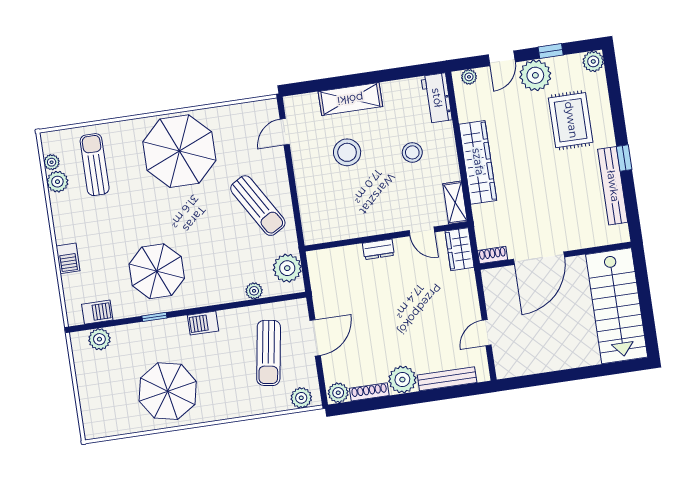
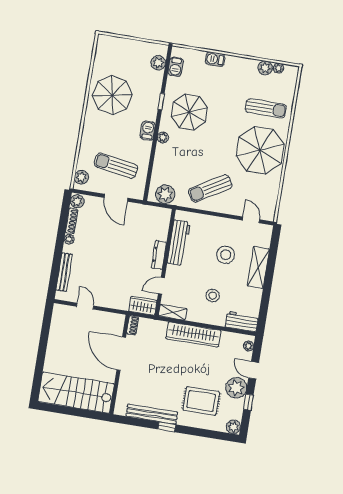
sun lounger: (95, 165) -> (266, 108), moved
workbench: (351, 226) -> (179, 243), added
dresser: (378, 249) -> (159, 255), width x1.44
plant: (254, 291) -> (163, 137), moved
plant: (402, 380) -> (69, 239), width x0.53, depth x0.53

